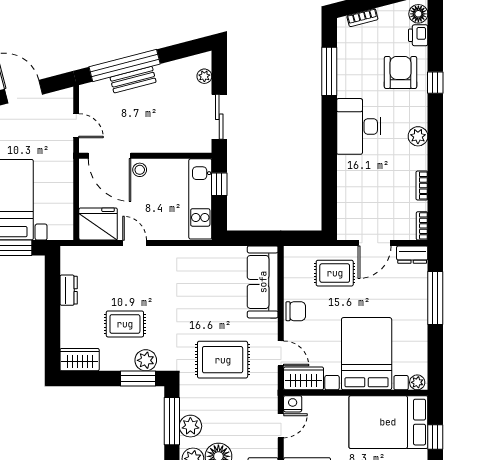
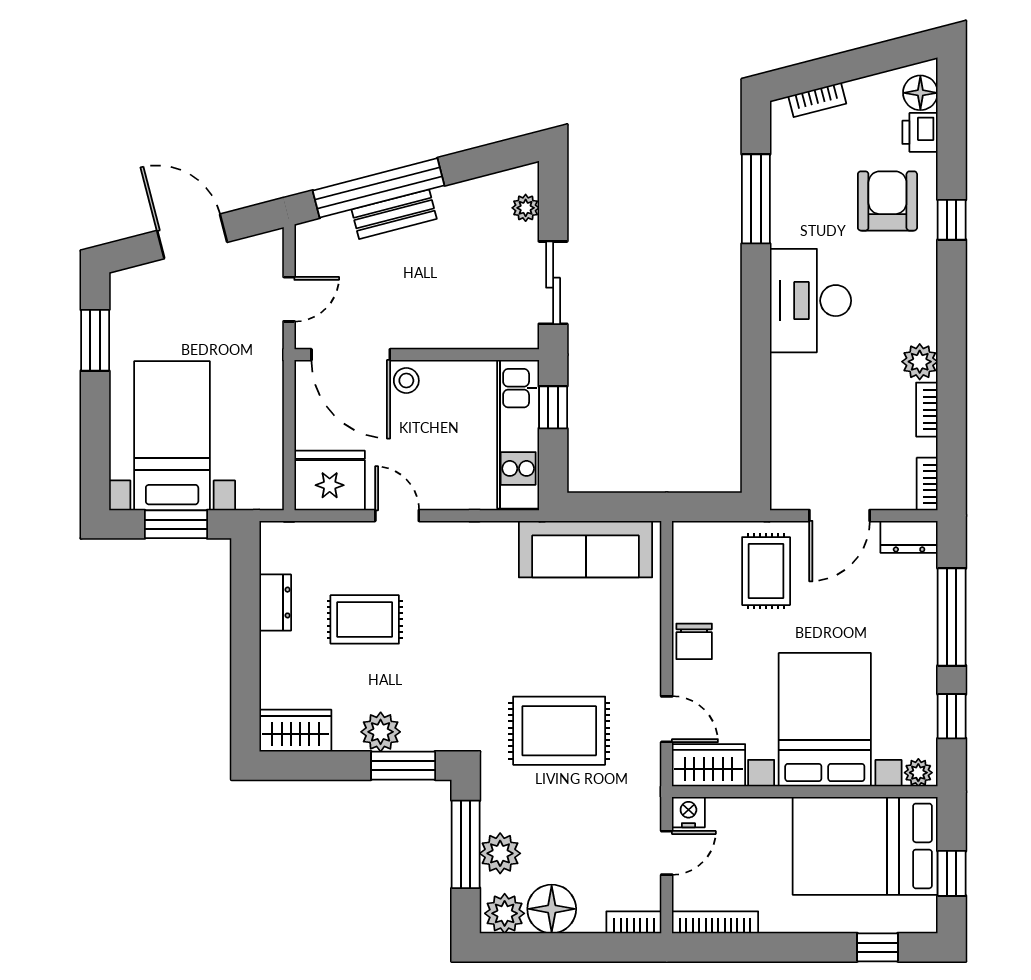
door: (76, 126) -> (289, 299), hinge flipped
plant: (418, 136) -> (920, 362), moved
rug: (335, 273) -> (766, 571), turned 90
sofa: (263, 282) -> (586, 549), moved, turned -90
chair: (296, 311) -> (694, 641), turned 90
rug: (125, 324) -> (365, 619), moved
window: (435, 352) -> (952, 716), added
plant: (146, 360) -> (381, 732), moved

